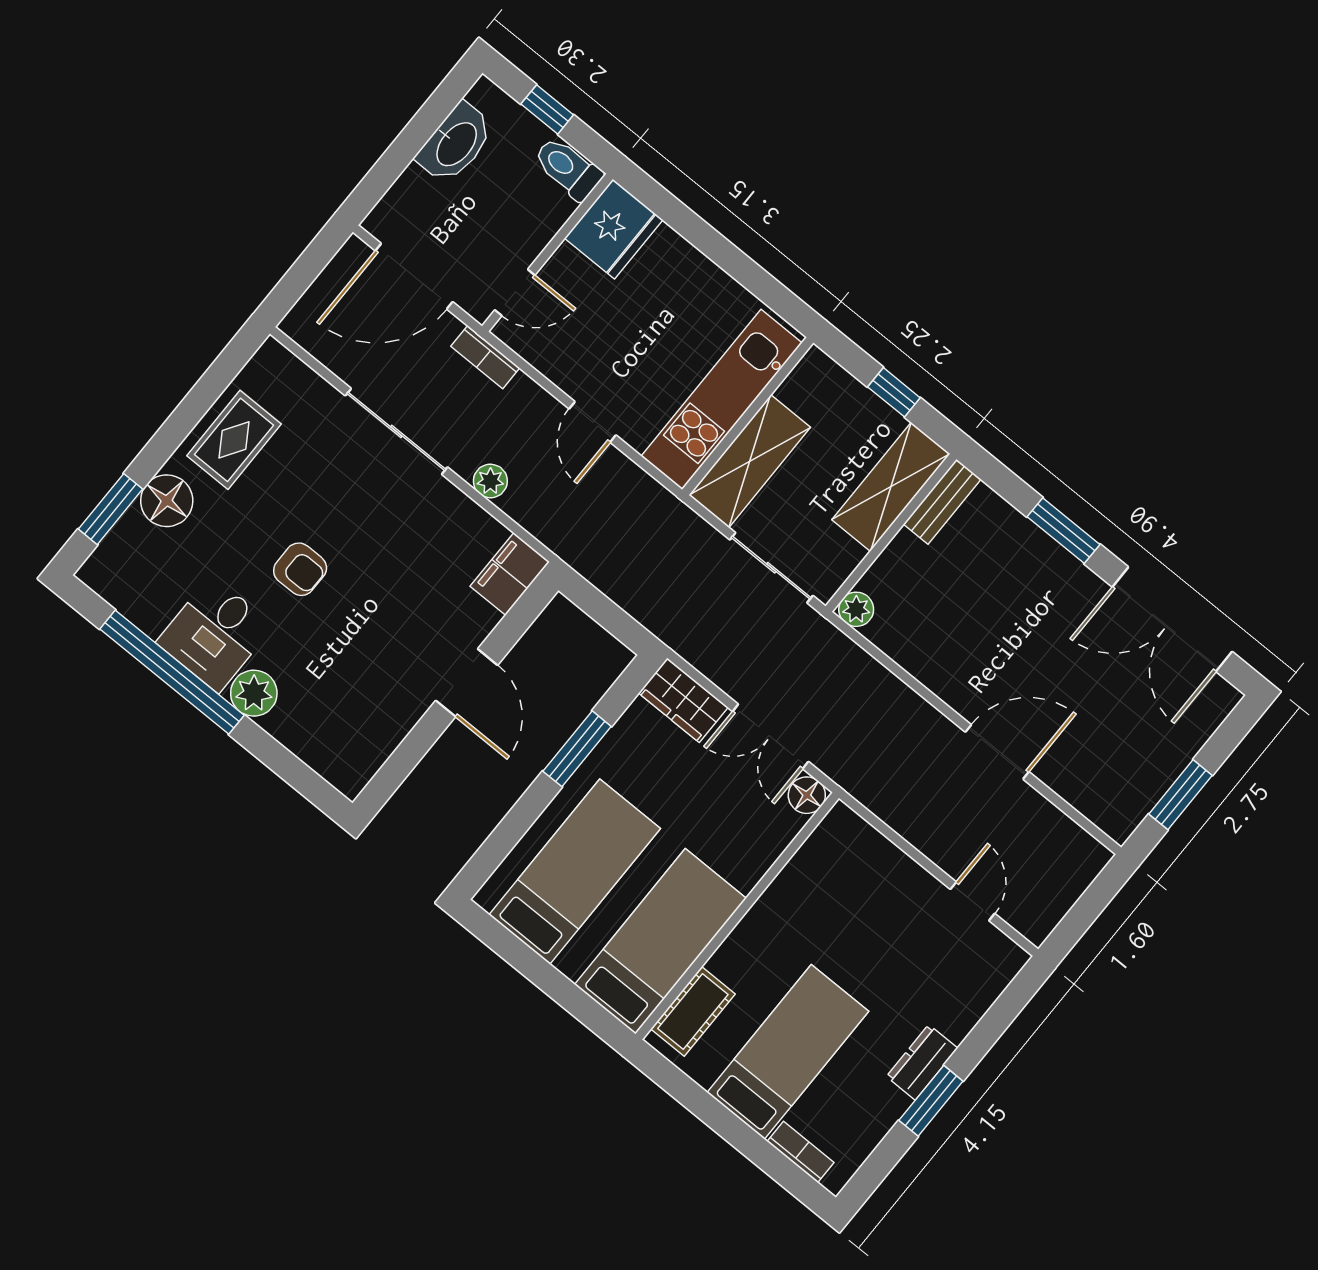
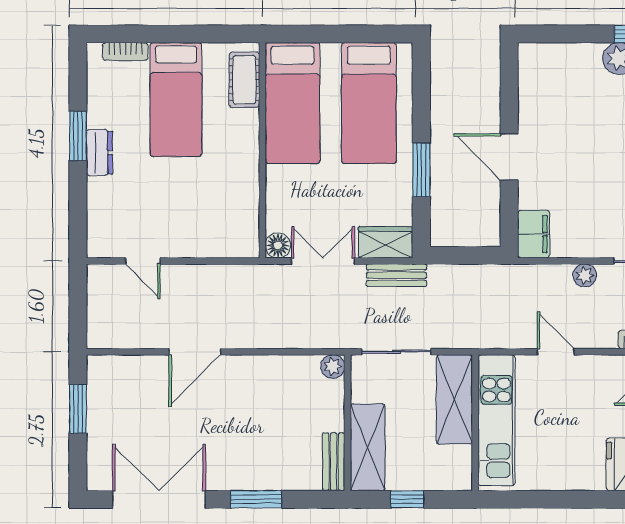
bench: (701, 653) -> (397, 275), added

